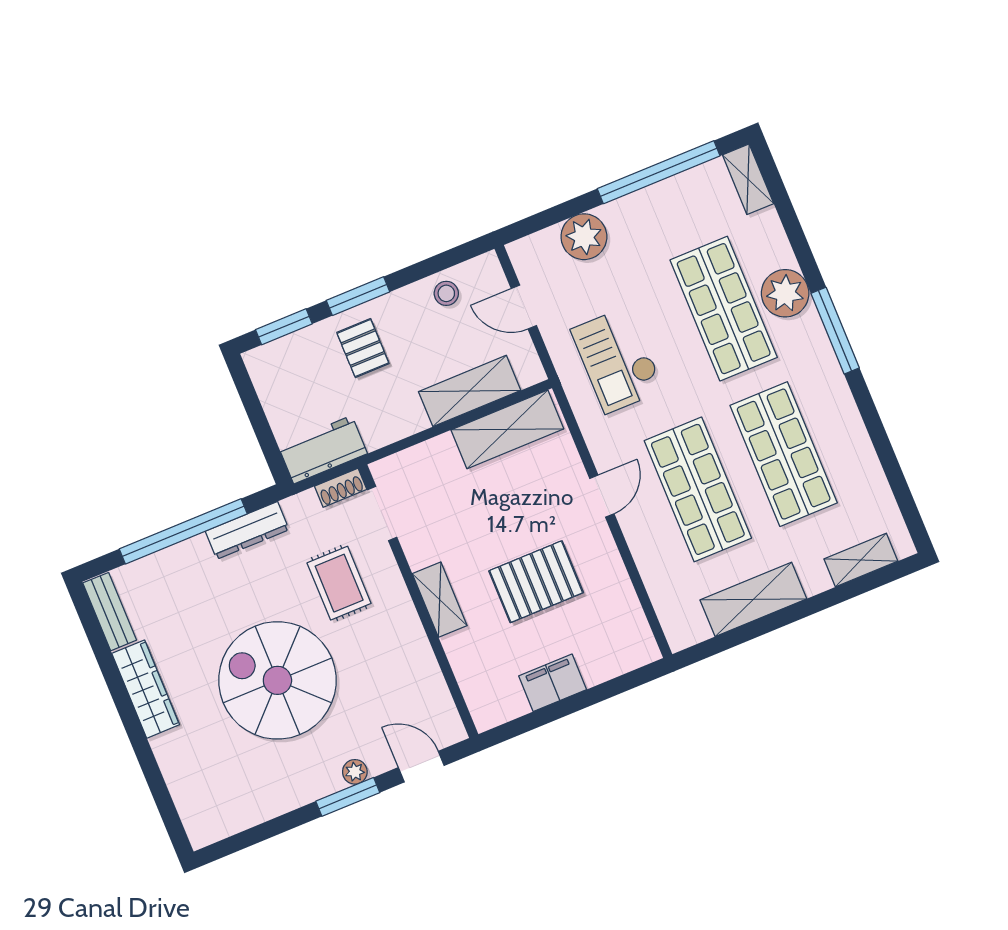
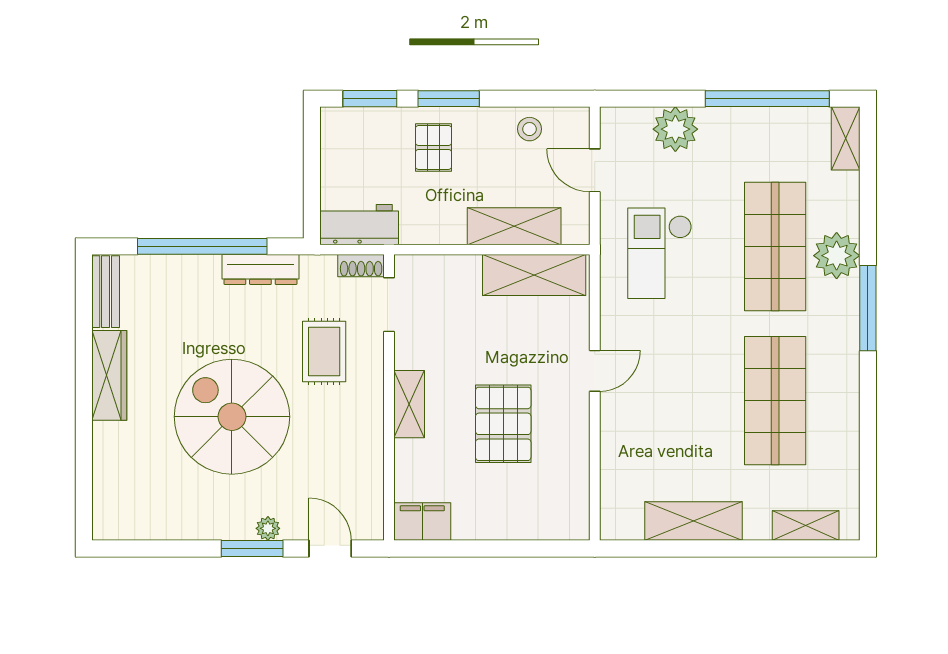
shop shelf: (698, 489) -> (684, 401), removed
pallet: (536, 582) -> (503, 424), turned 90
filing cabinet: (553, 683) -> (422, 522), moved

